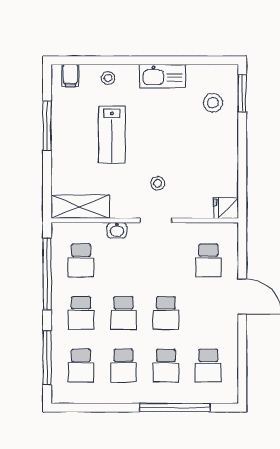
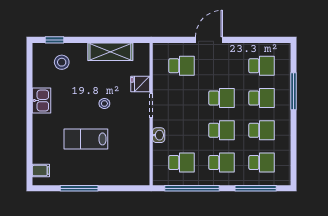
kitchen sink: (162, 76) -> (42, 101), width x0.73
stool: (108, 78) -> (43, 142), removed
window: (242, 93) -> (54, 40), width x0.67
lab bench: (112, 135) -> (86, 139), turned 180
stool: (158, 183) -> (104, 104), moved
shelving: (80, 207) -> (110, 52), moved, turned 90
fridge: (226, 208) -> (140, 84), moved, turned 90
window: (175, 408) -> (294, 91), width x0.68

